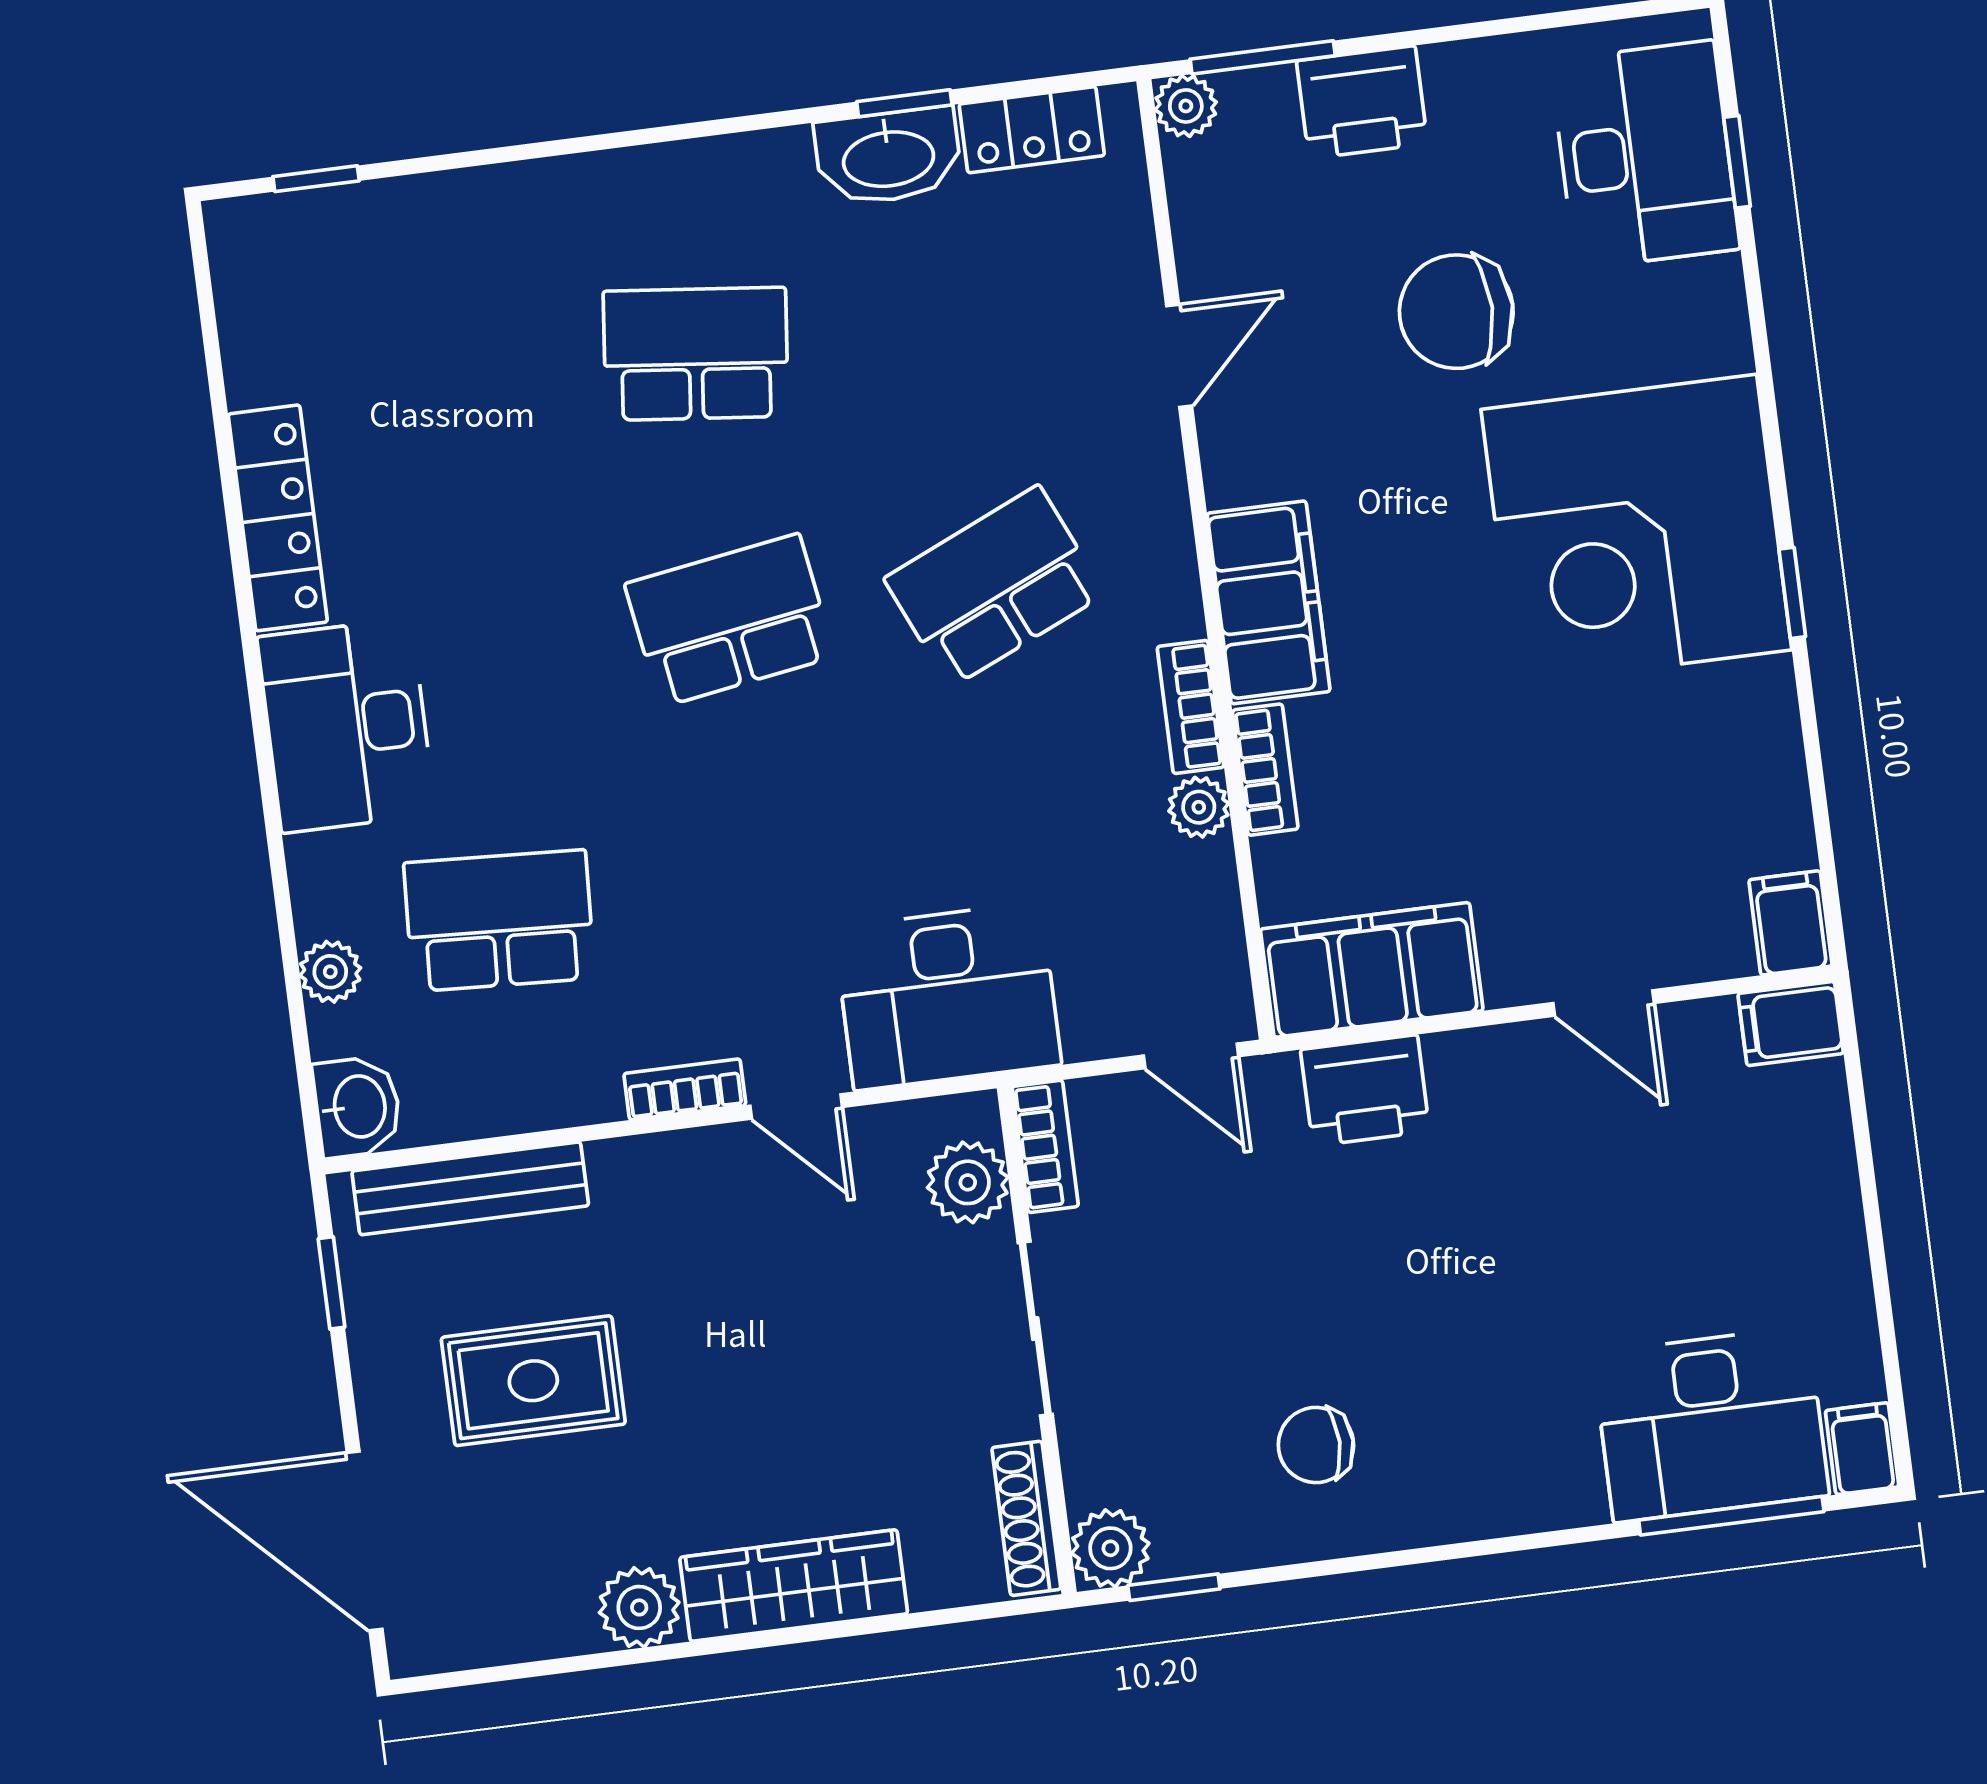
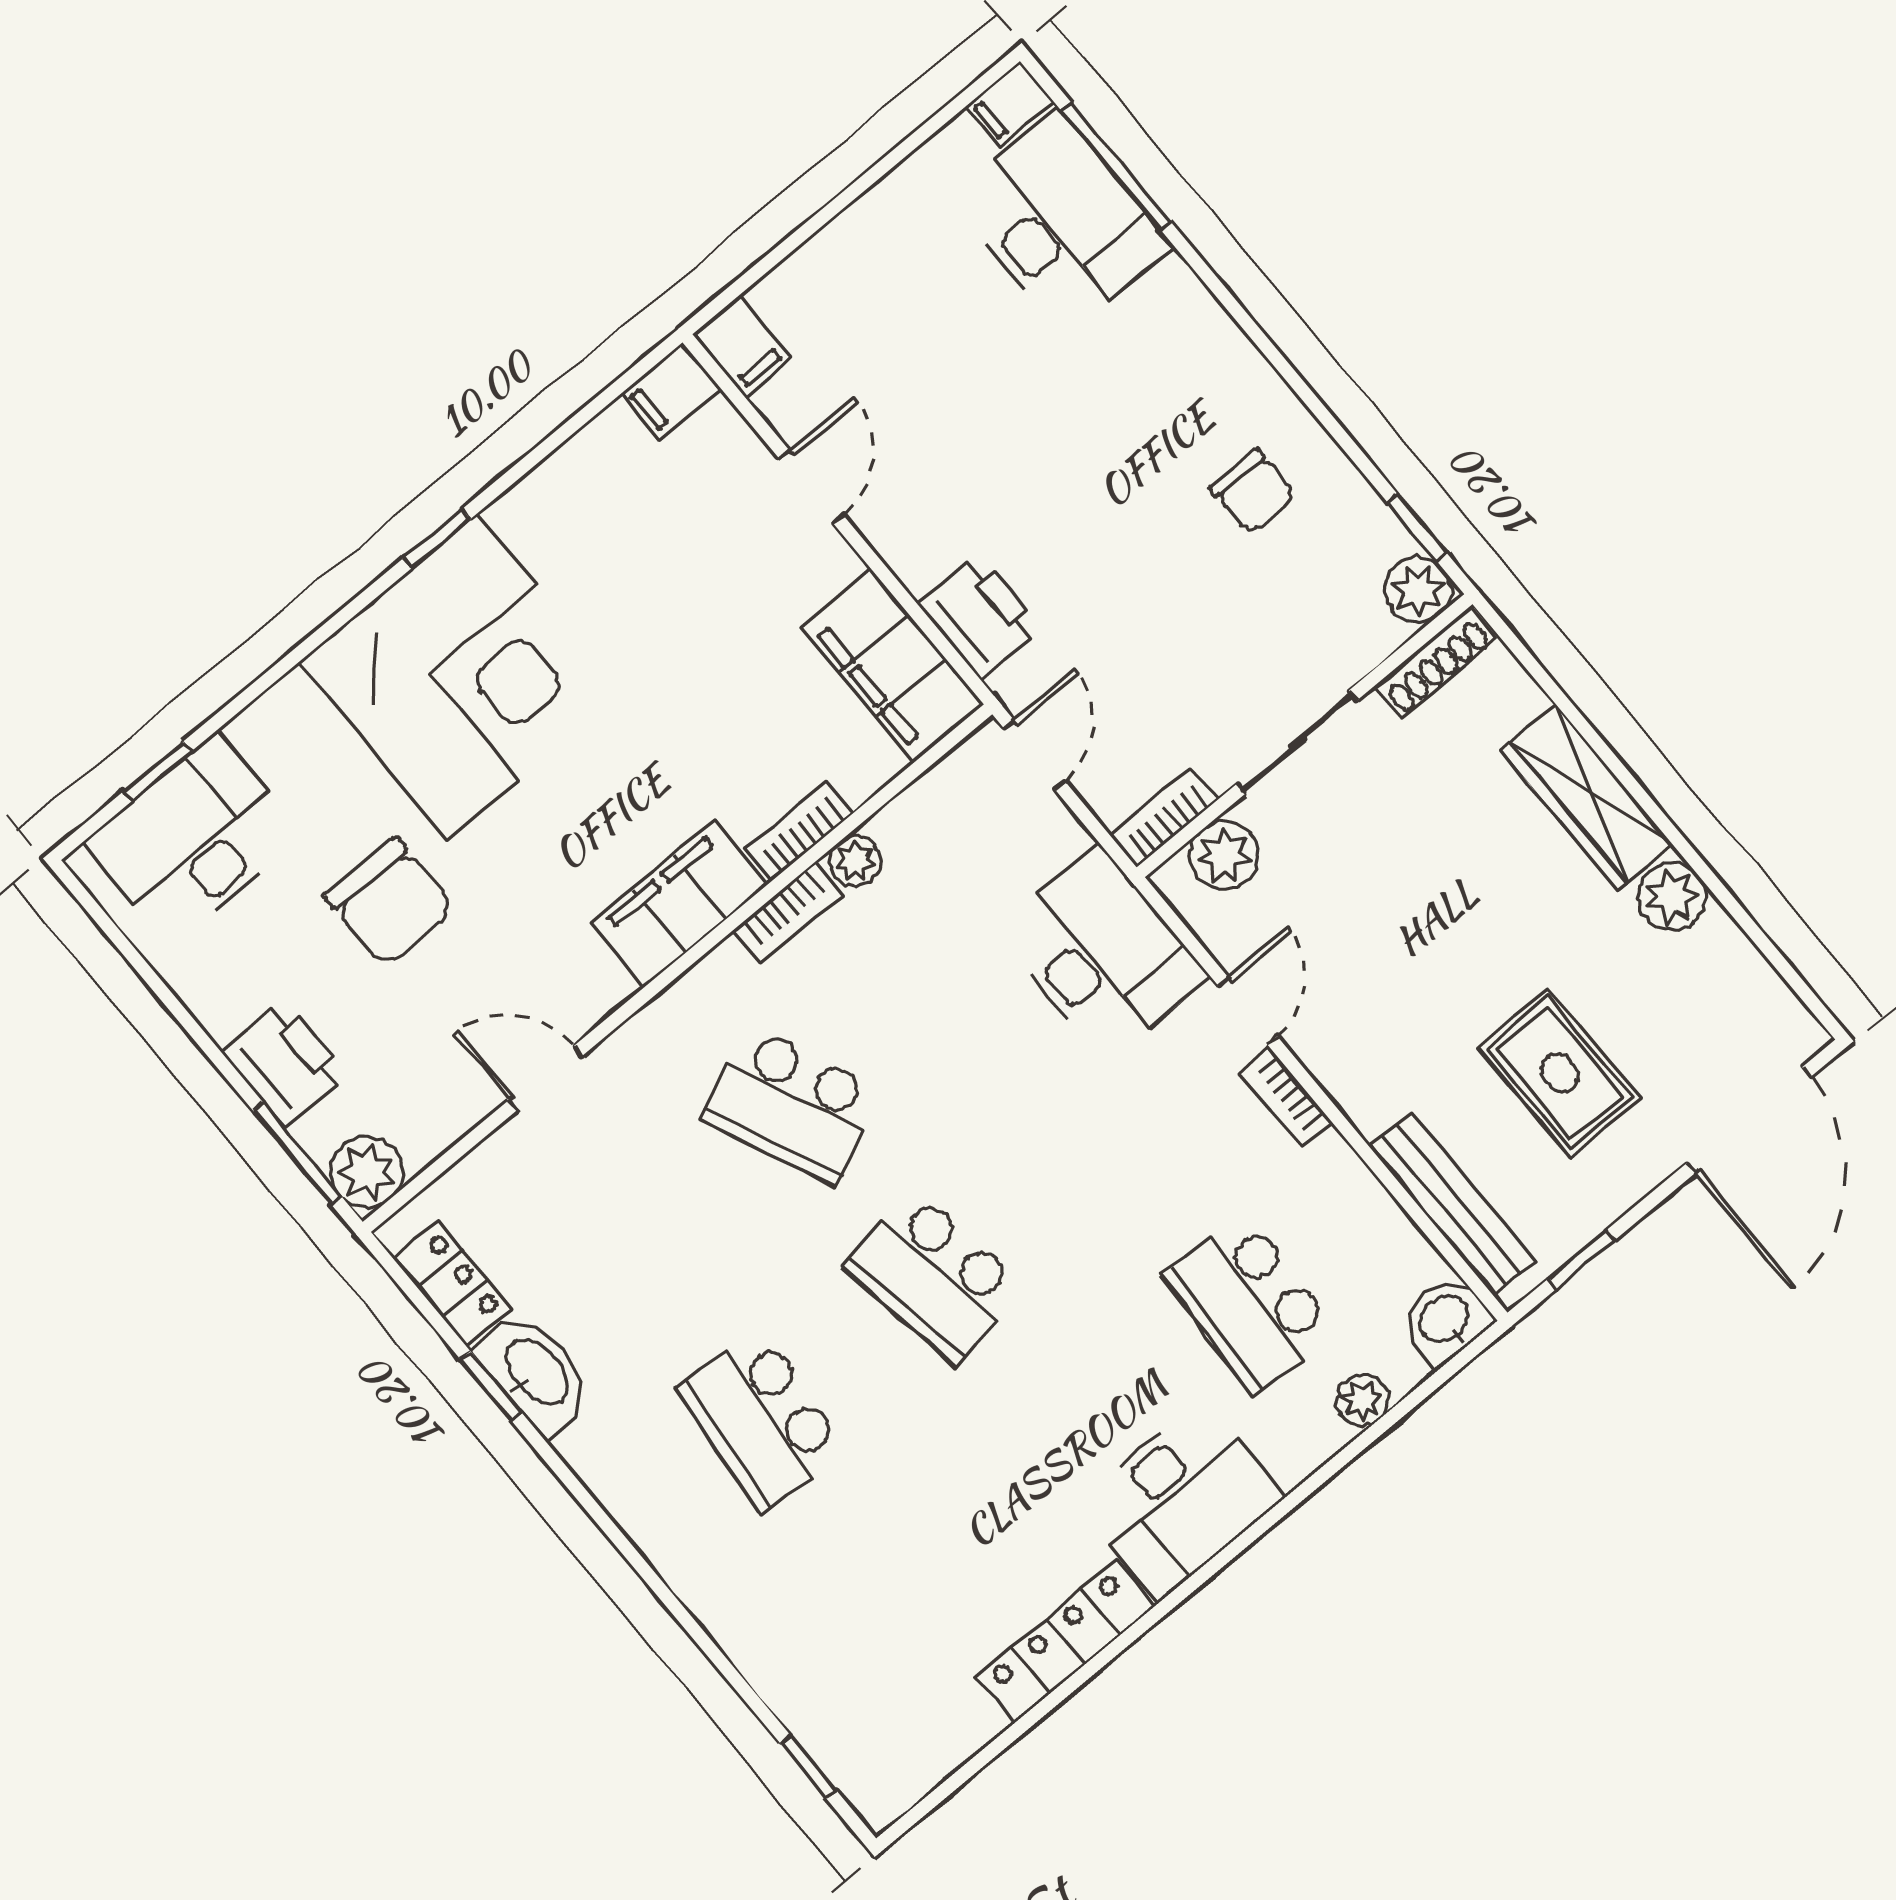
plant: (1186, 106) -> (367, 1172), width x1.38, depth x1.38

